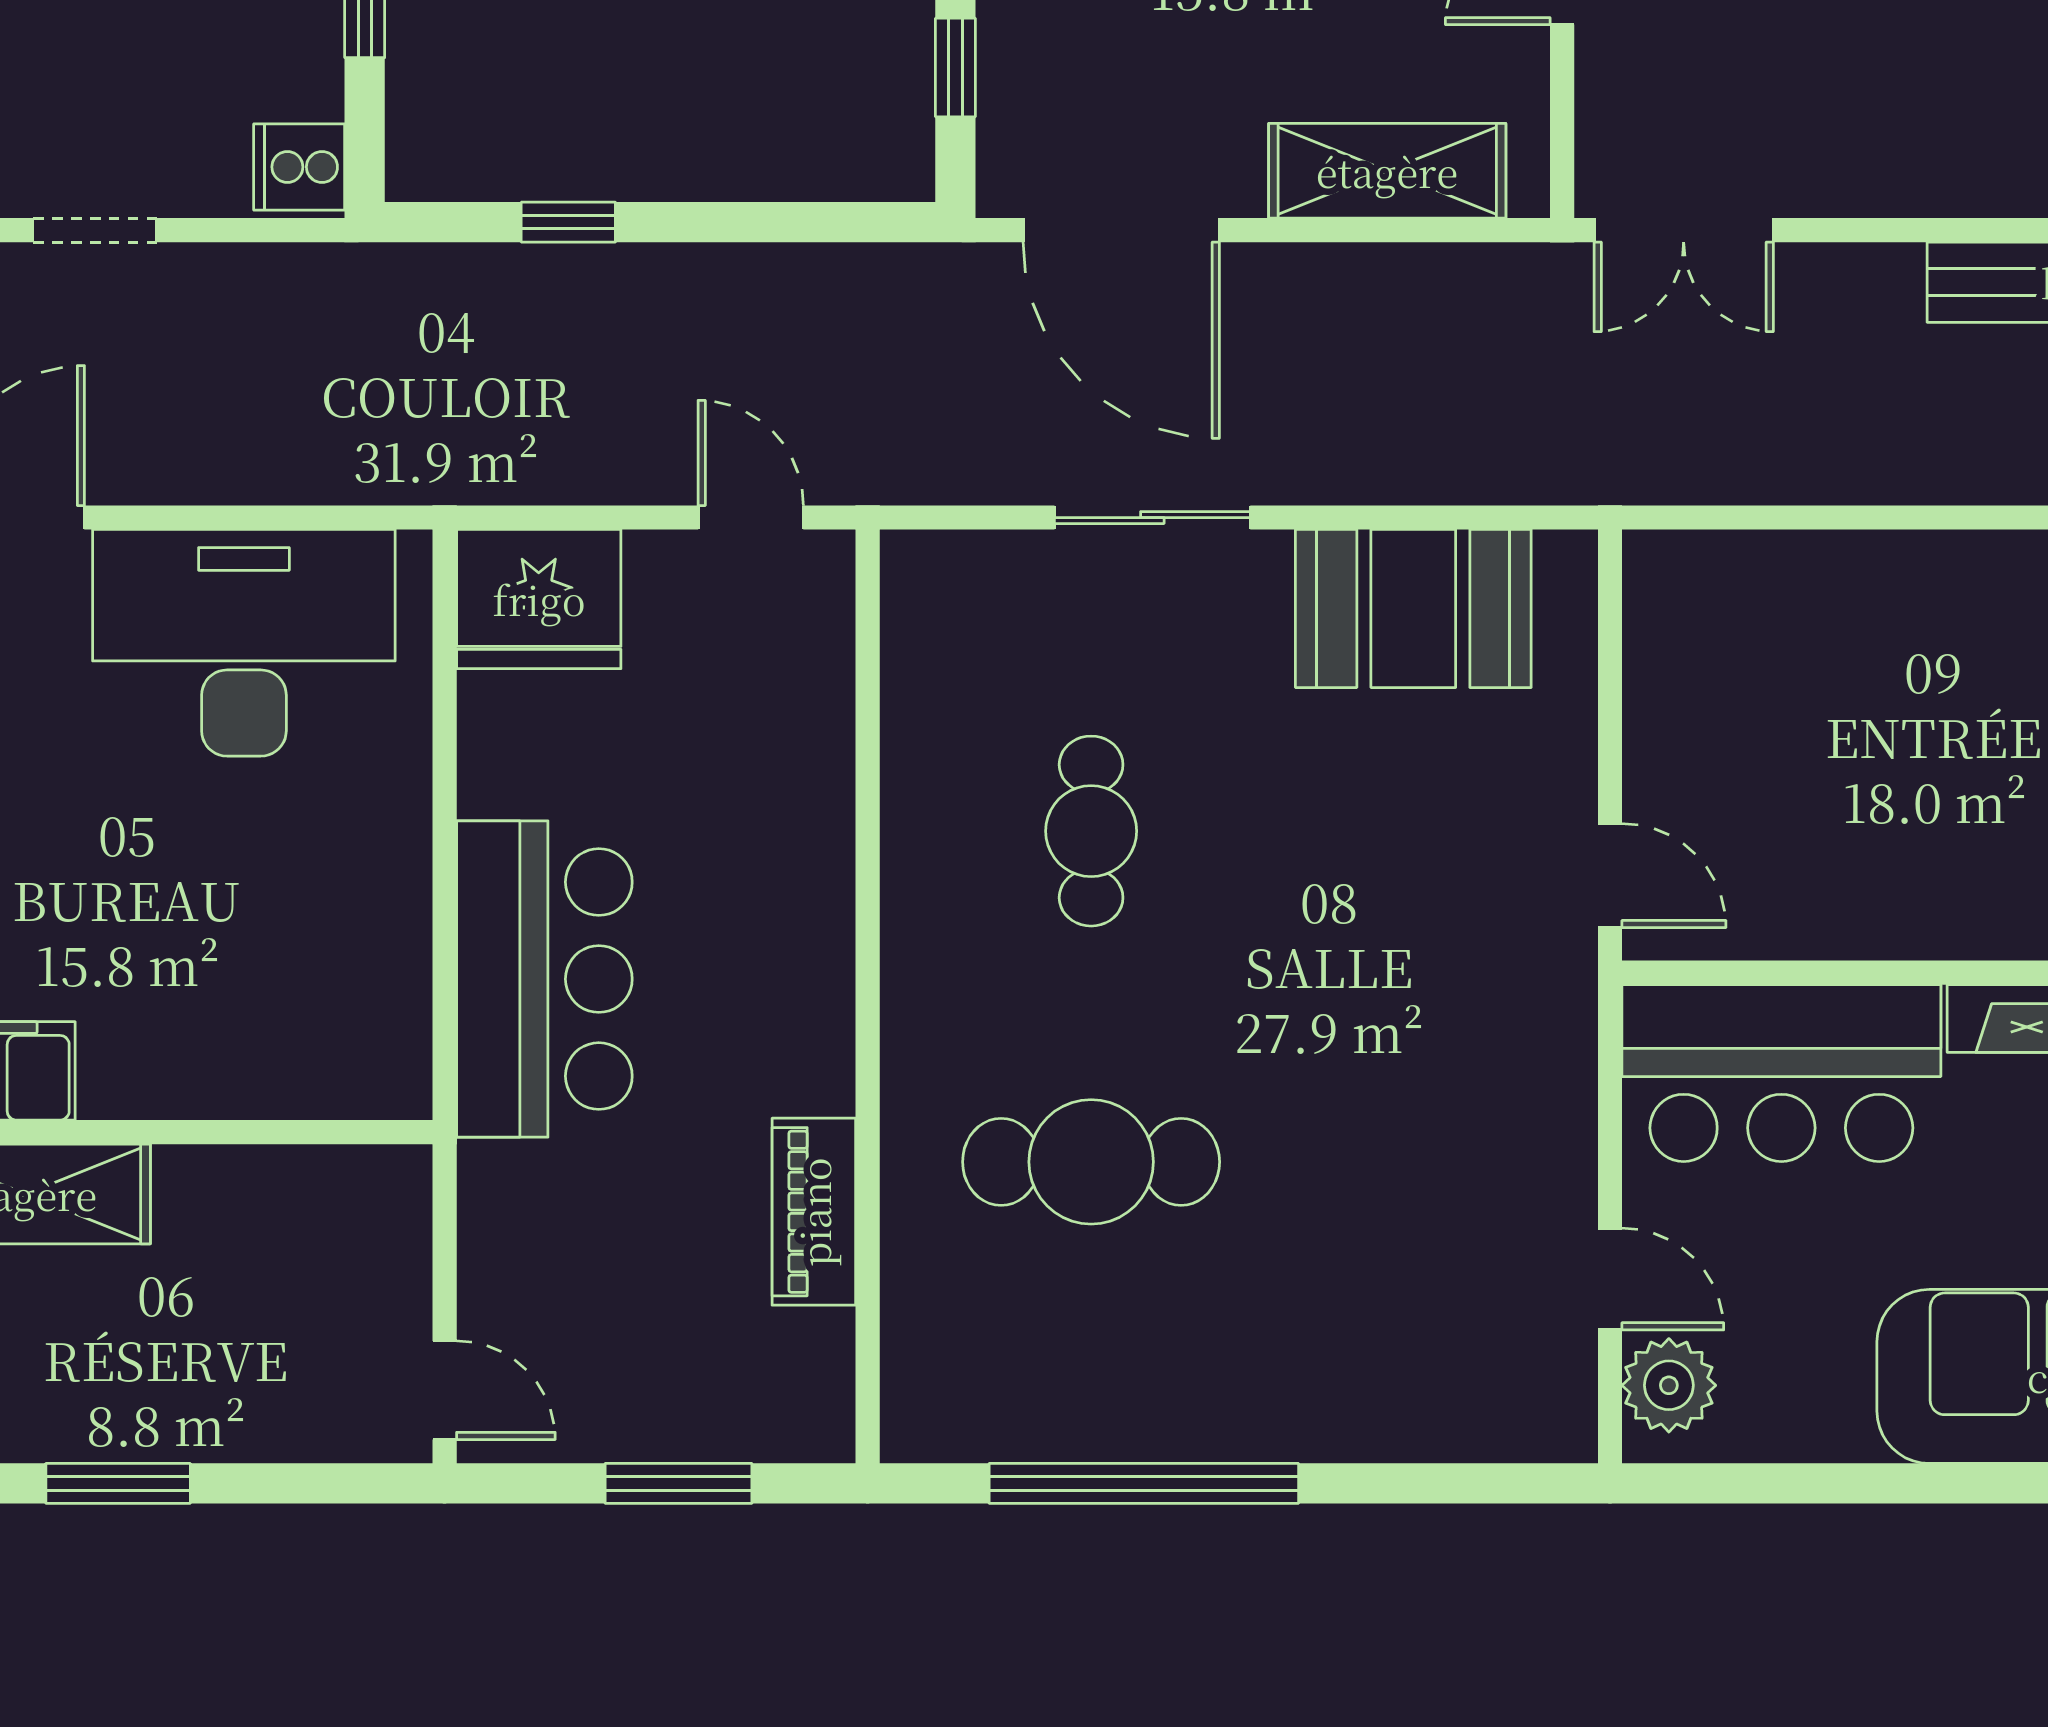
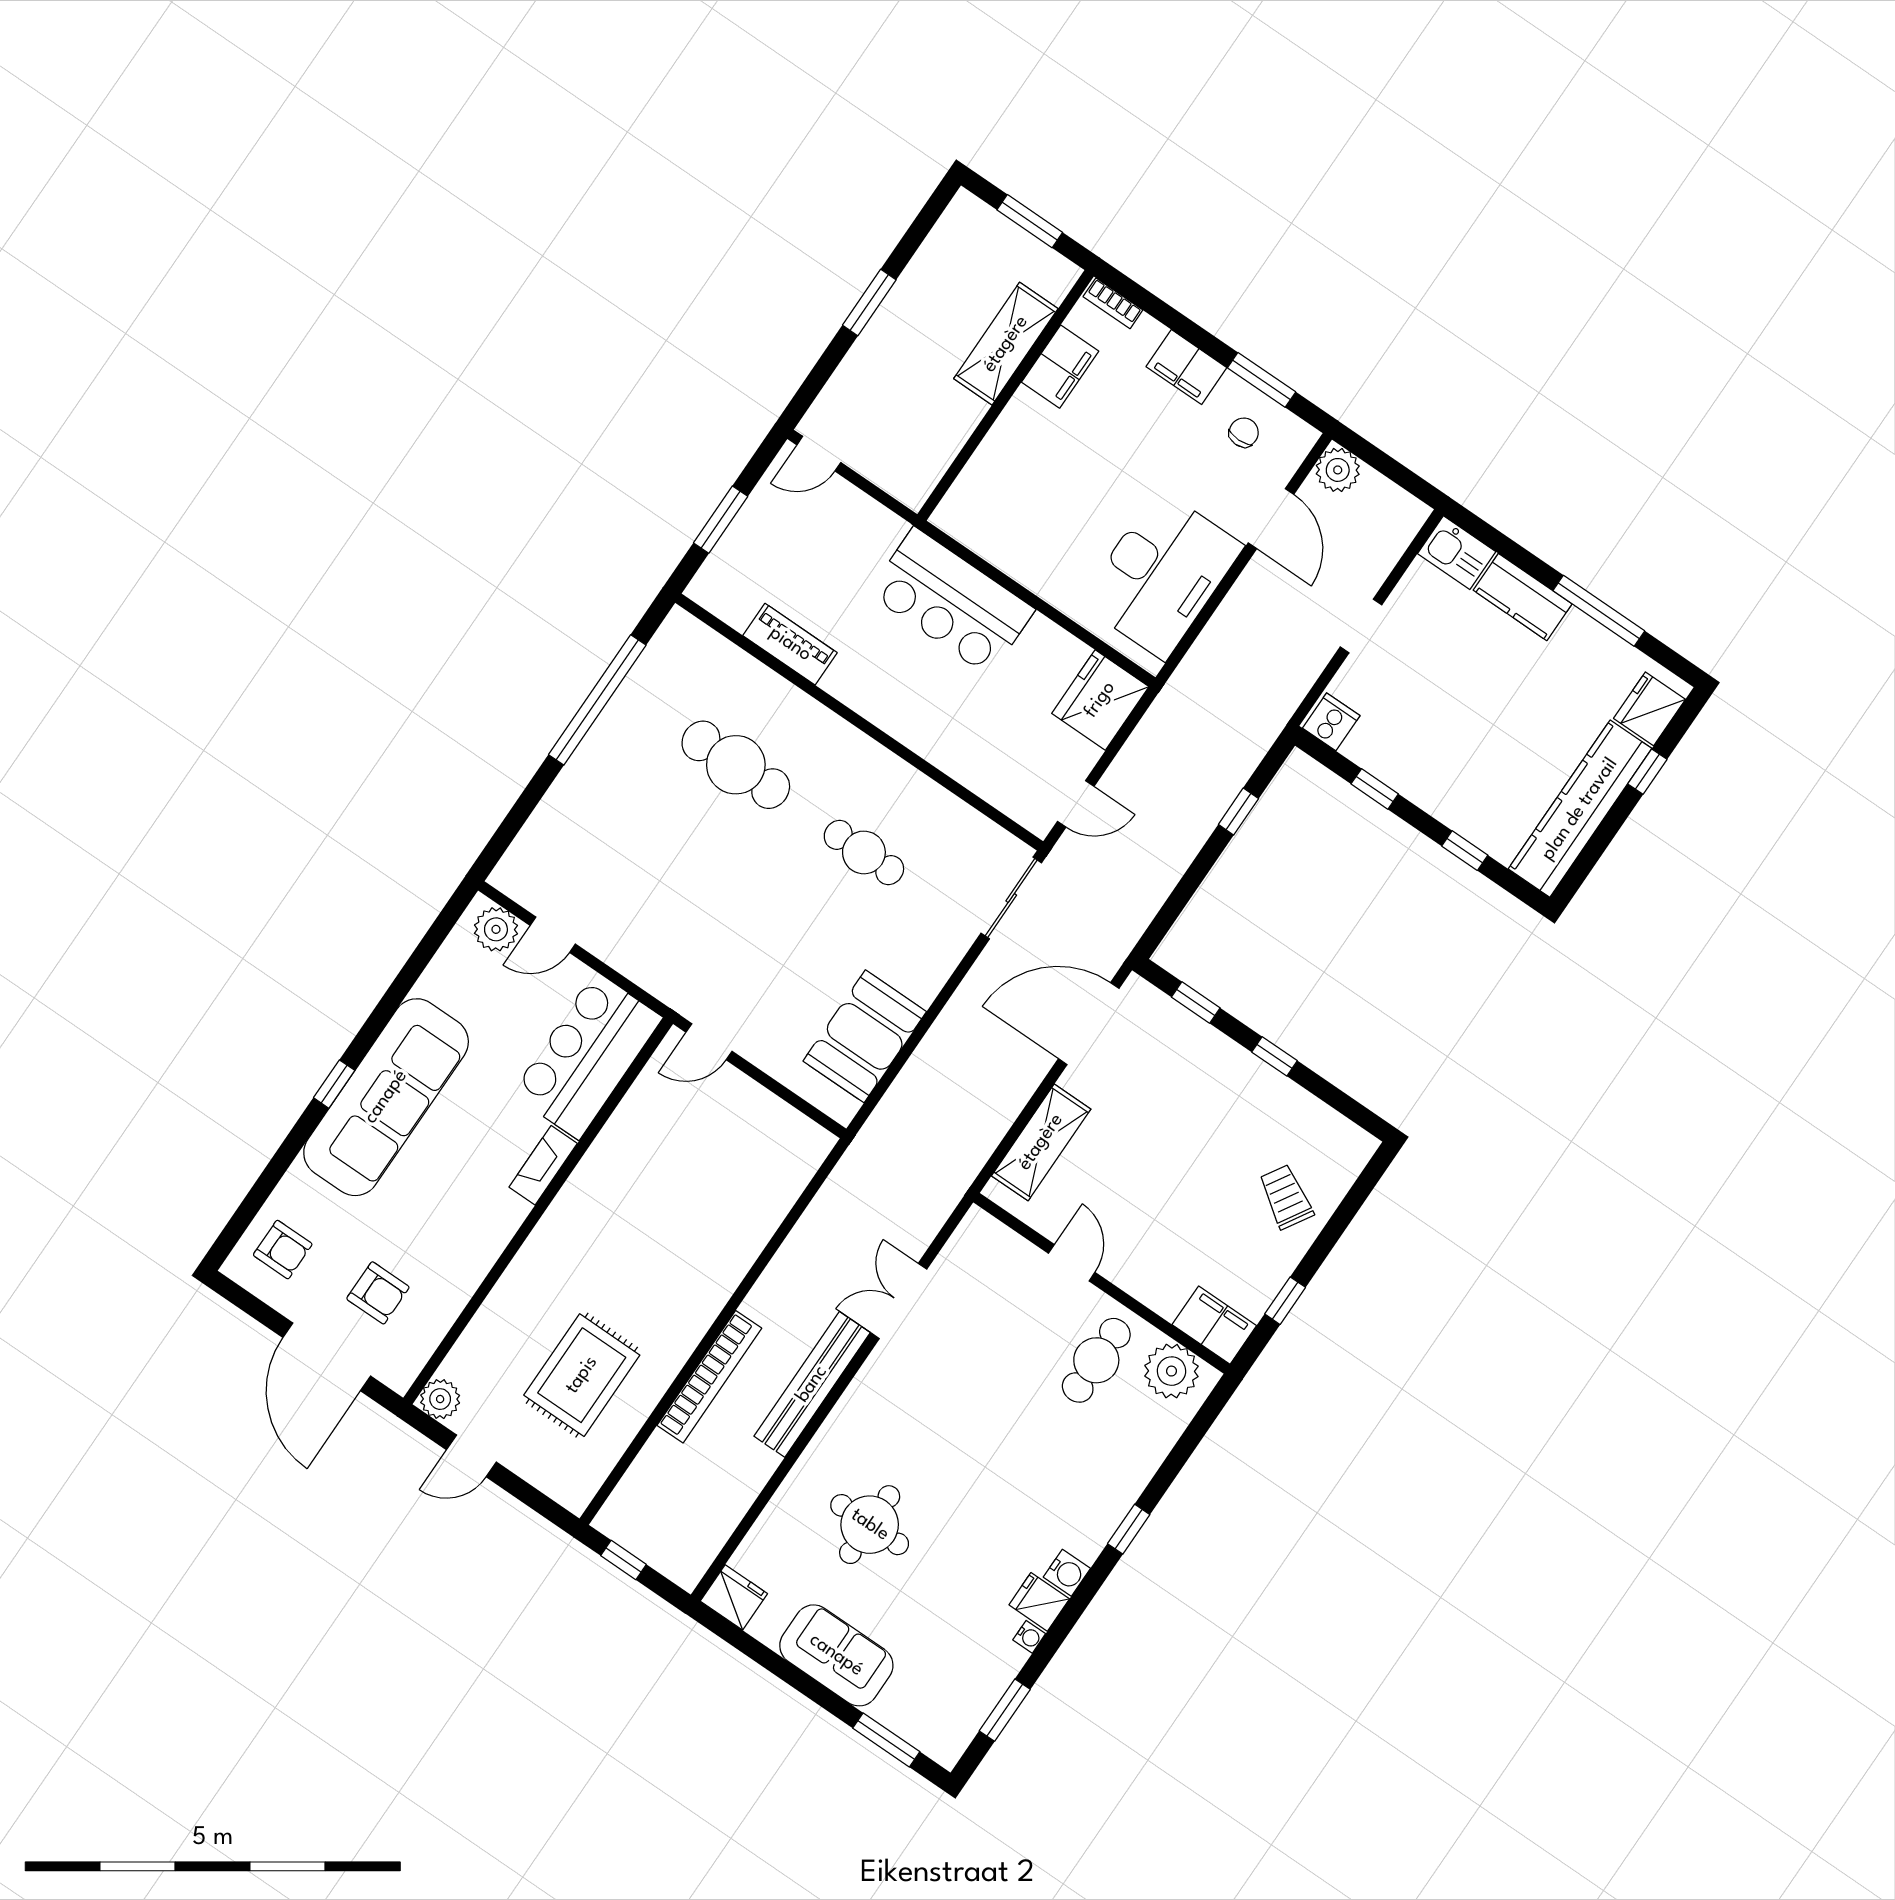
double door: (1684, 230) -> (899, 1301), moved
sliding door: (1152, 518) -> (1011, 898), moved
cafe table: (1091, 1162) -> (736, 765), turned 90

